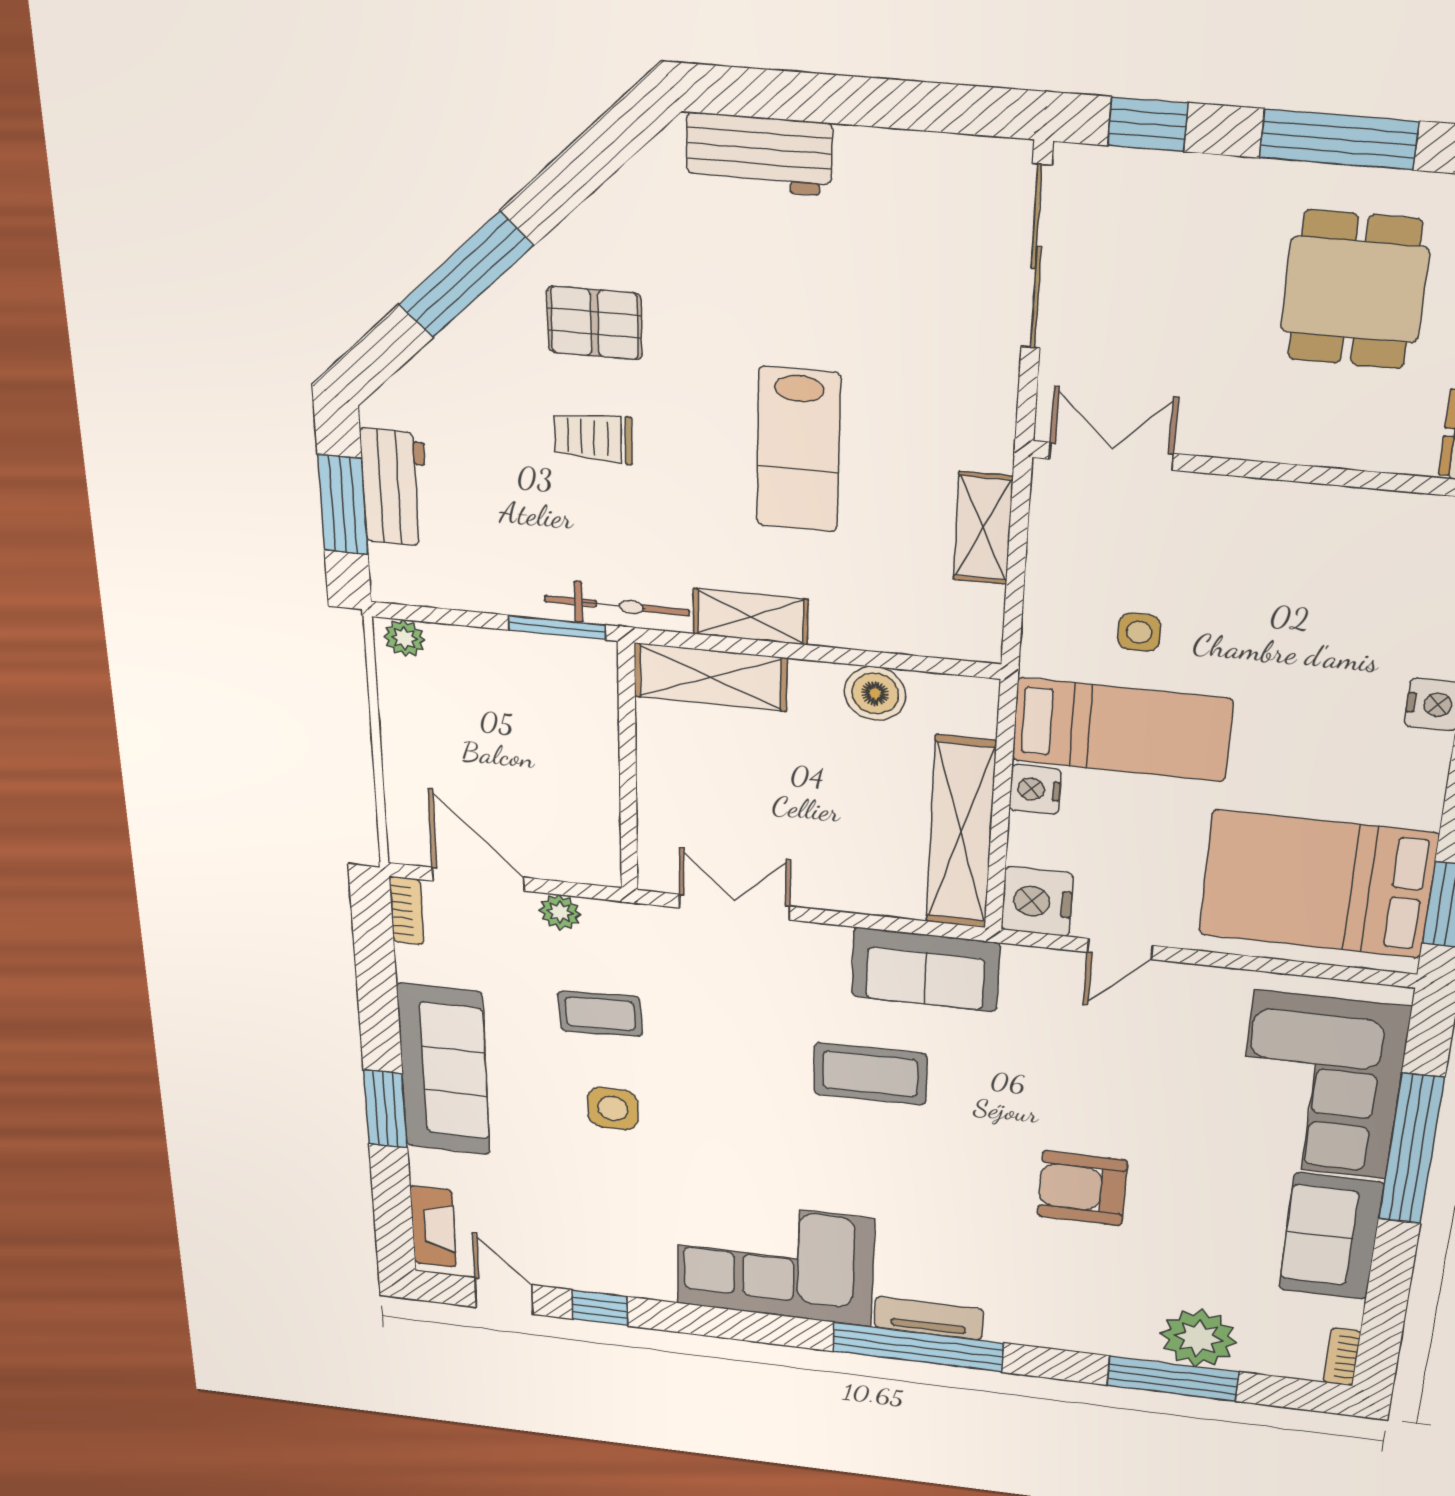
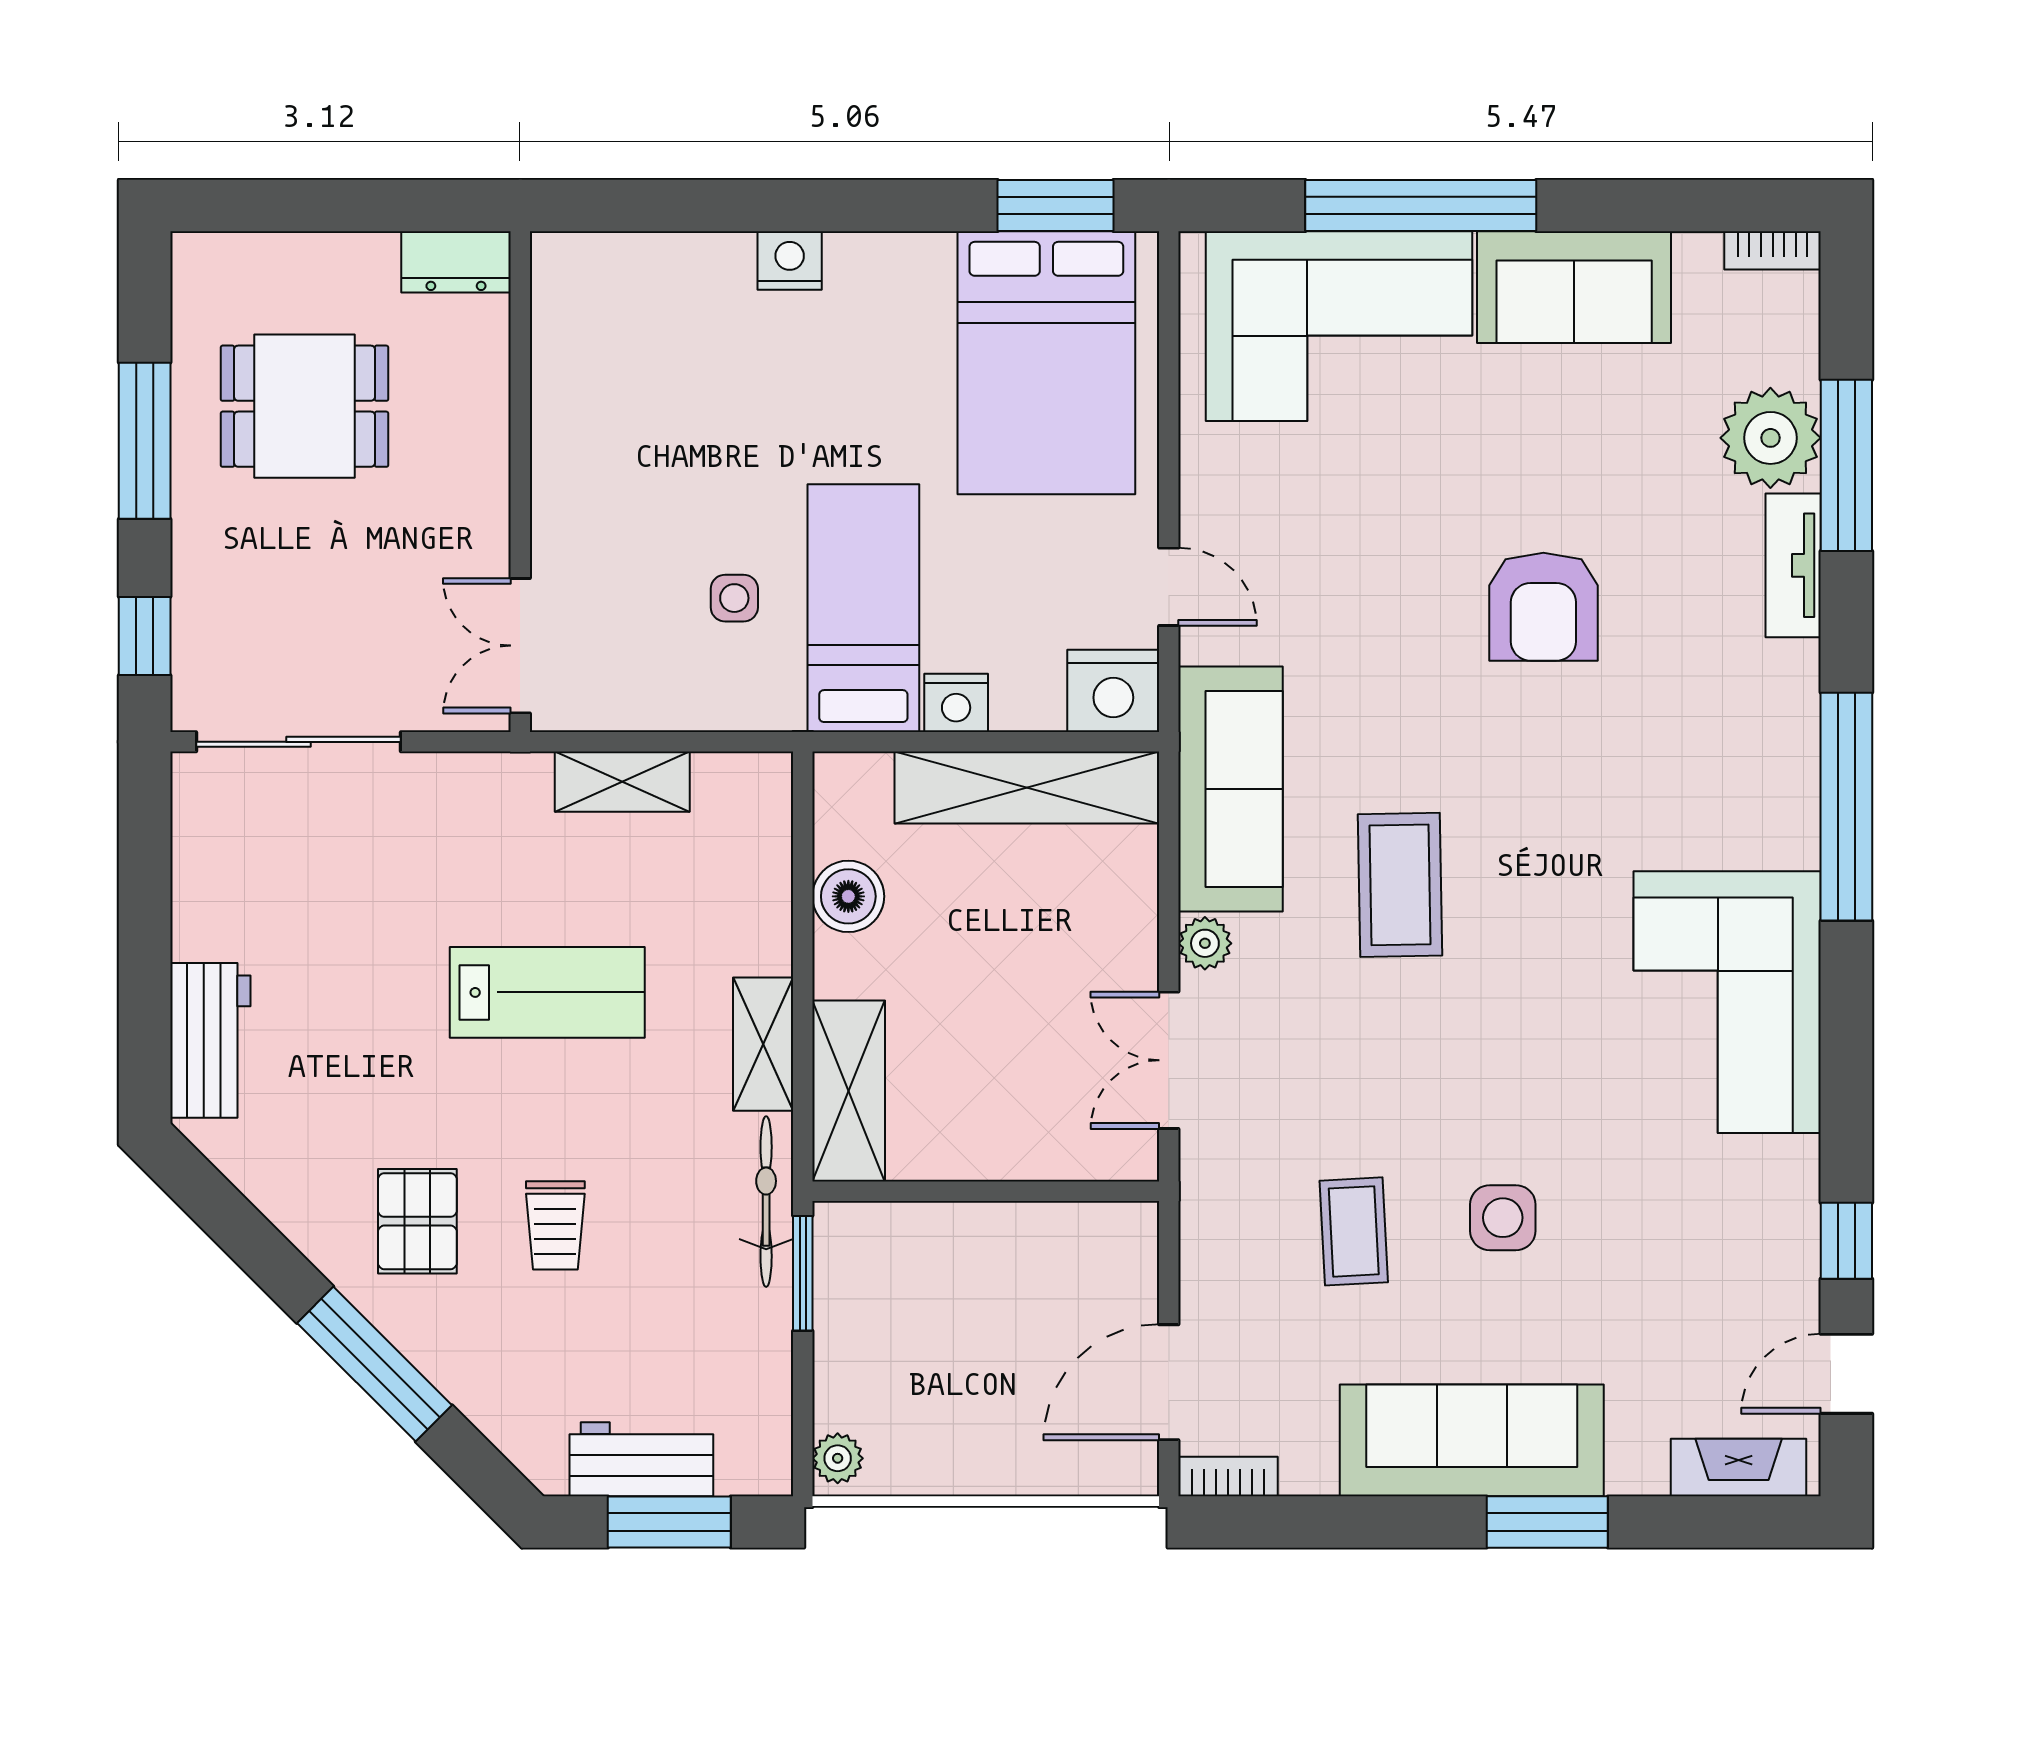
plant: (560, 912) -> (1205, 943), moved
sofa: (925, 970) -> (1231, 789), width x1.36
tv unit: (929, 1318) -> (1793, 565), moved

